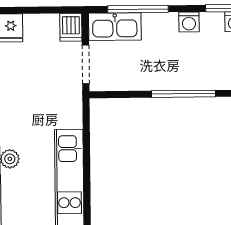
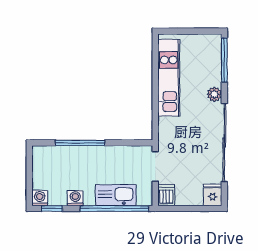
window: (138, 9) -> (114, 208), width x1.46
kitchen sink: (115, 27) -> (116, 195), moved

